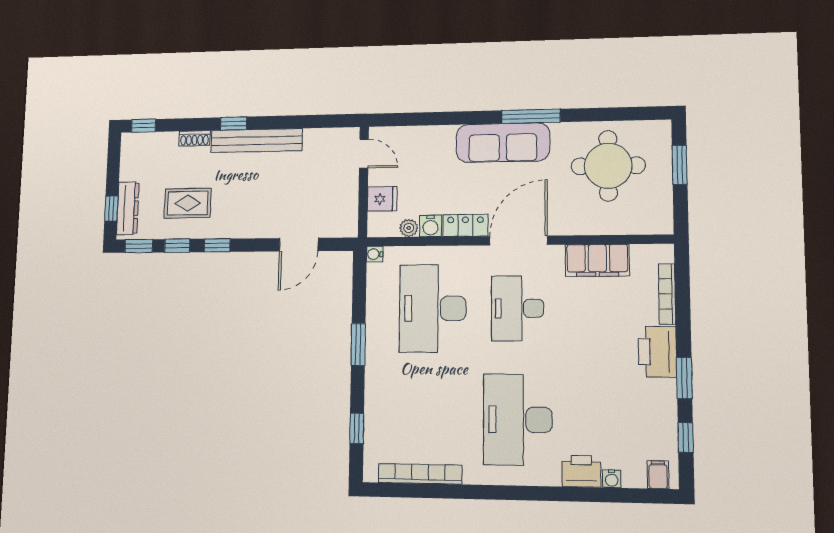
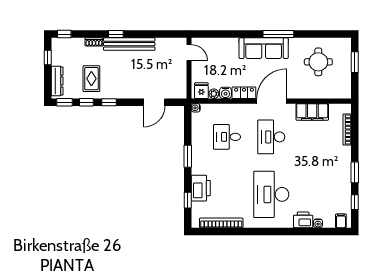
round table: (608, 166) -> (318, 62), width x0.73, depth x0.73
fridge: (382, 199) -> (201, 91), moved, turned -90
rug: (188, 203) -> (91, 79), turned 90
window: (111, 209) -> (48, 57), moved
desk: (433, 308) -> (227, 137), width x0.53, depth x0.77
printer: (657, 352) -> (201, 188), moved, turned 180

